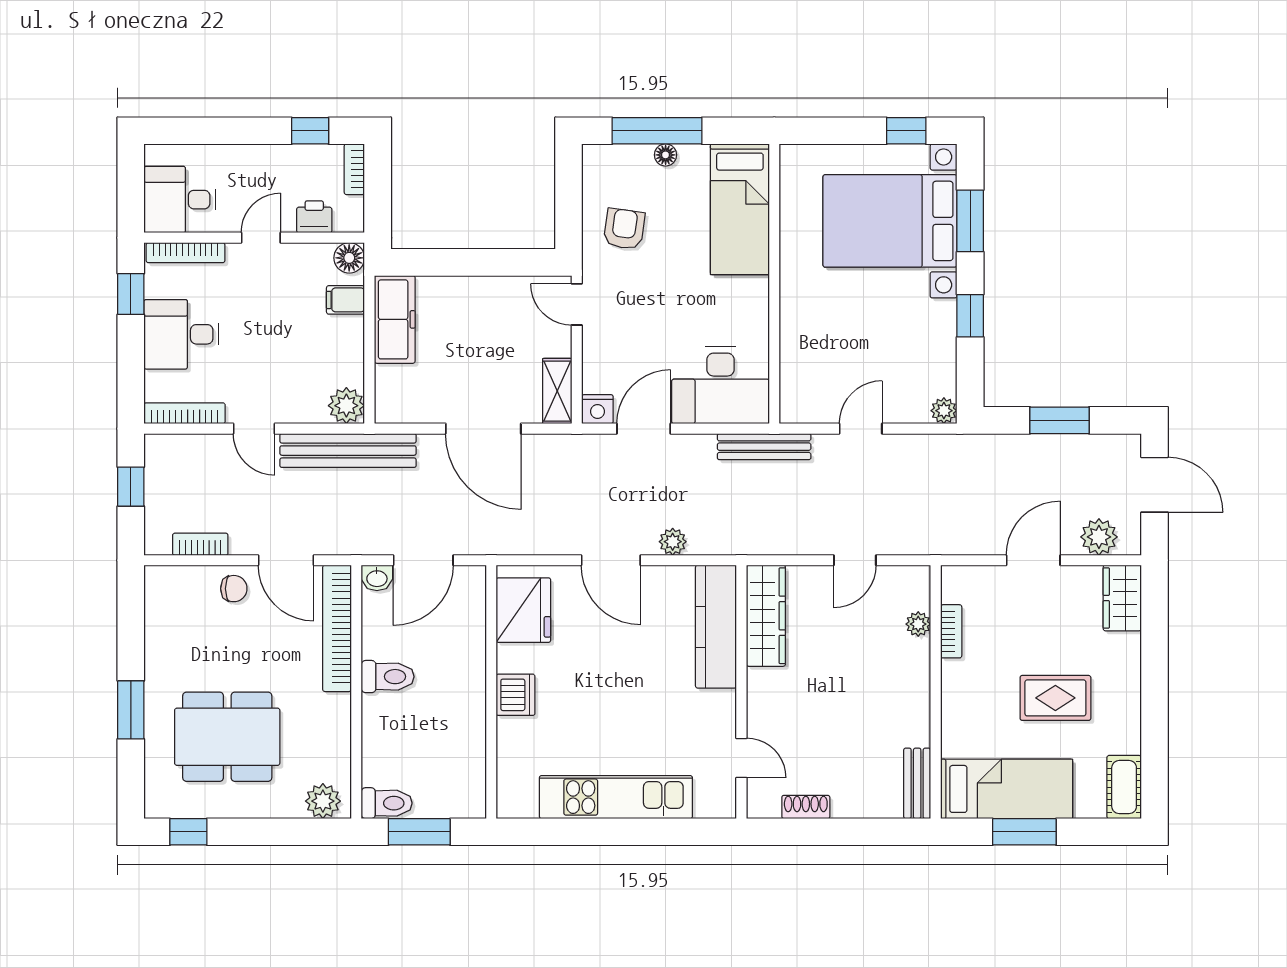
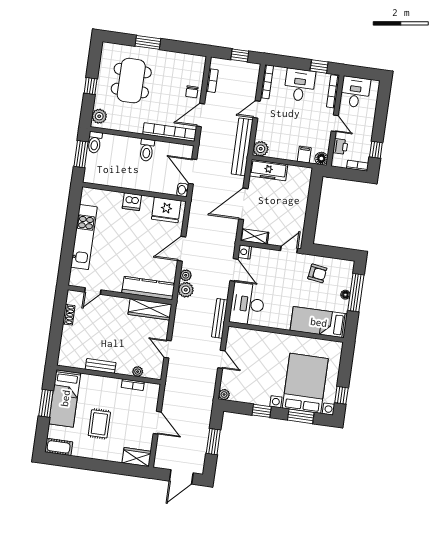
freezer: (395, 319) -> (268, 170), moved
plant: (1099, 537) -> (186, 290), moved
washbasin: (377, 578) -> (183, 190), moved
bench: (917, 783) -> (101, 366), moved
window: (188, 832) -> (91, 86), moved

